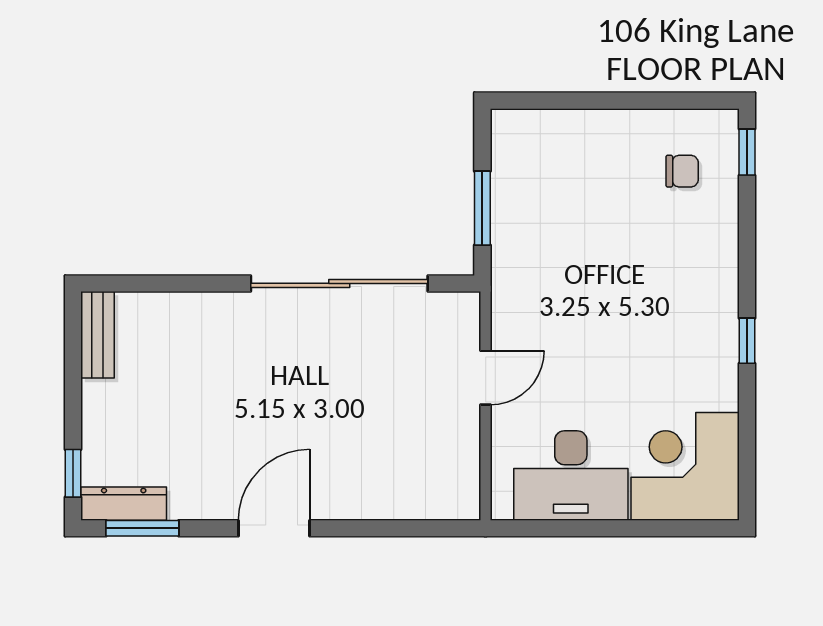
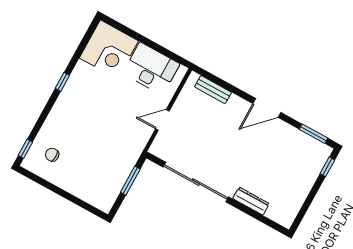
bench: (98, 335) -> (213, 90), moved, turned 90
dresser: (124, 504) -> (251, 201), moved, turned 180

